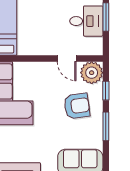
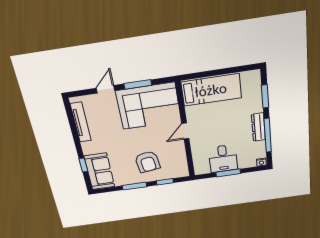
door: (67, 59) -> (185, 131), moved
plant: (92, 73) -> (179, 169), removed

